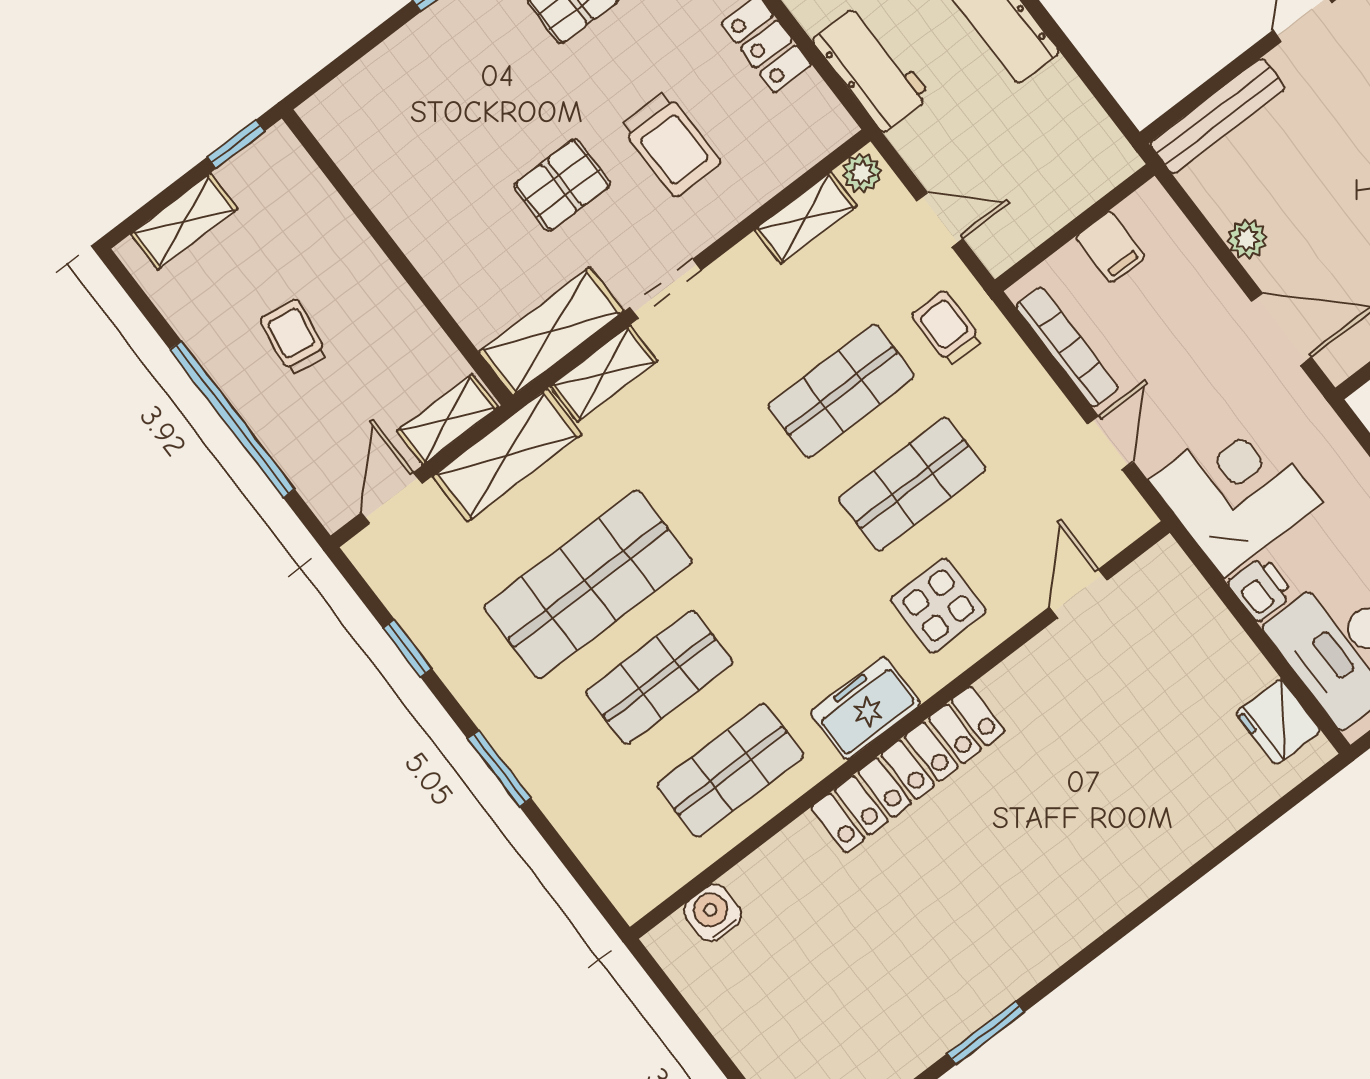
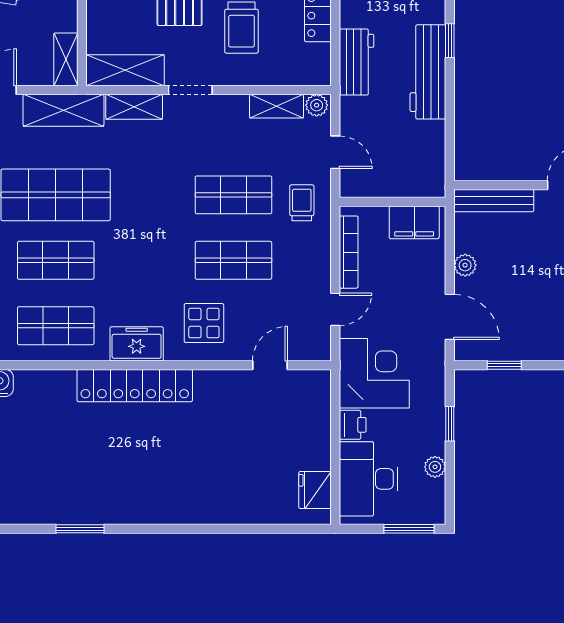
filing cabinet: (1110, 247) -> (414, 222), width x2.00
shelving: (447, 419) -> (66, 59), moved, turned 90

